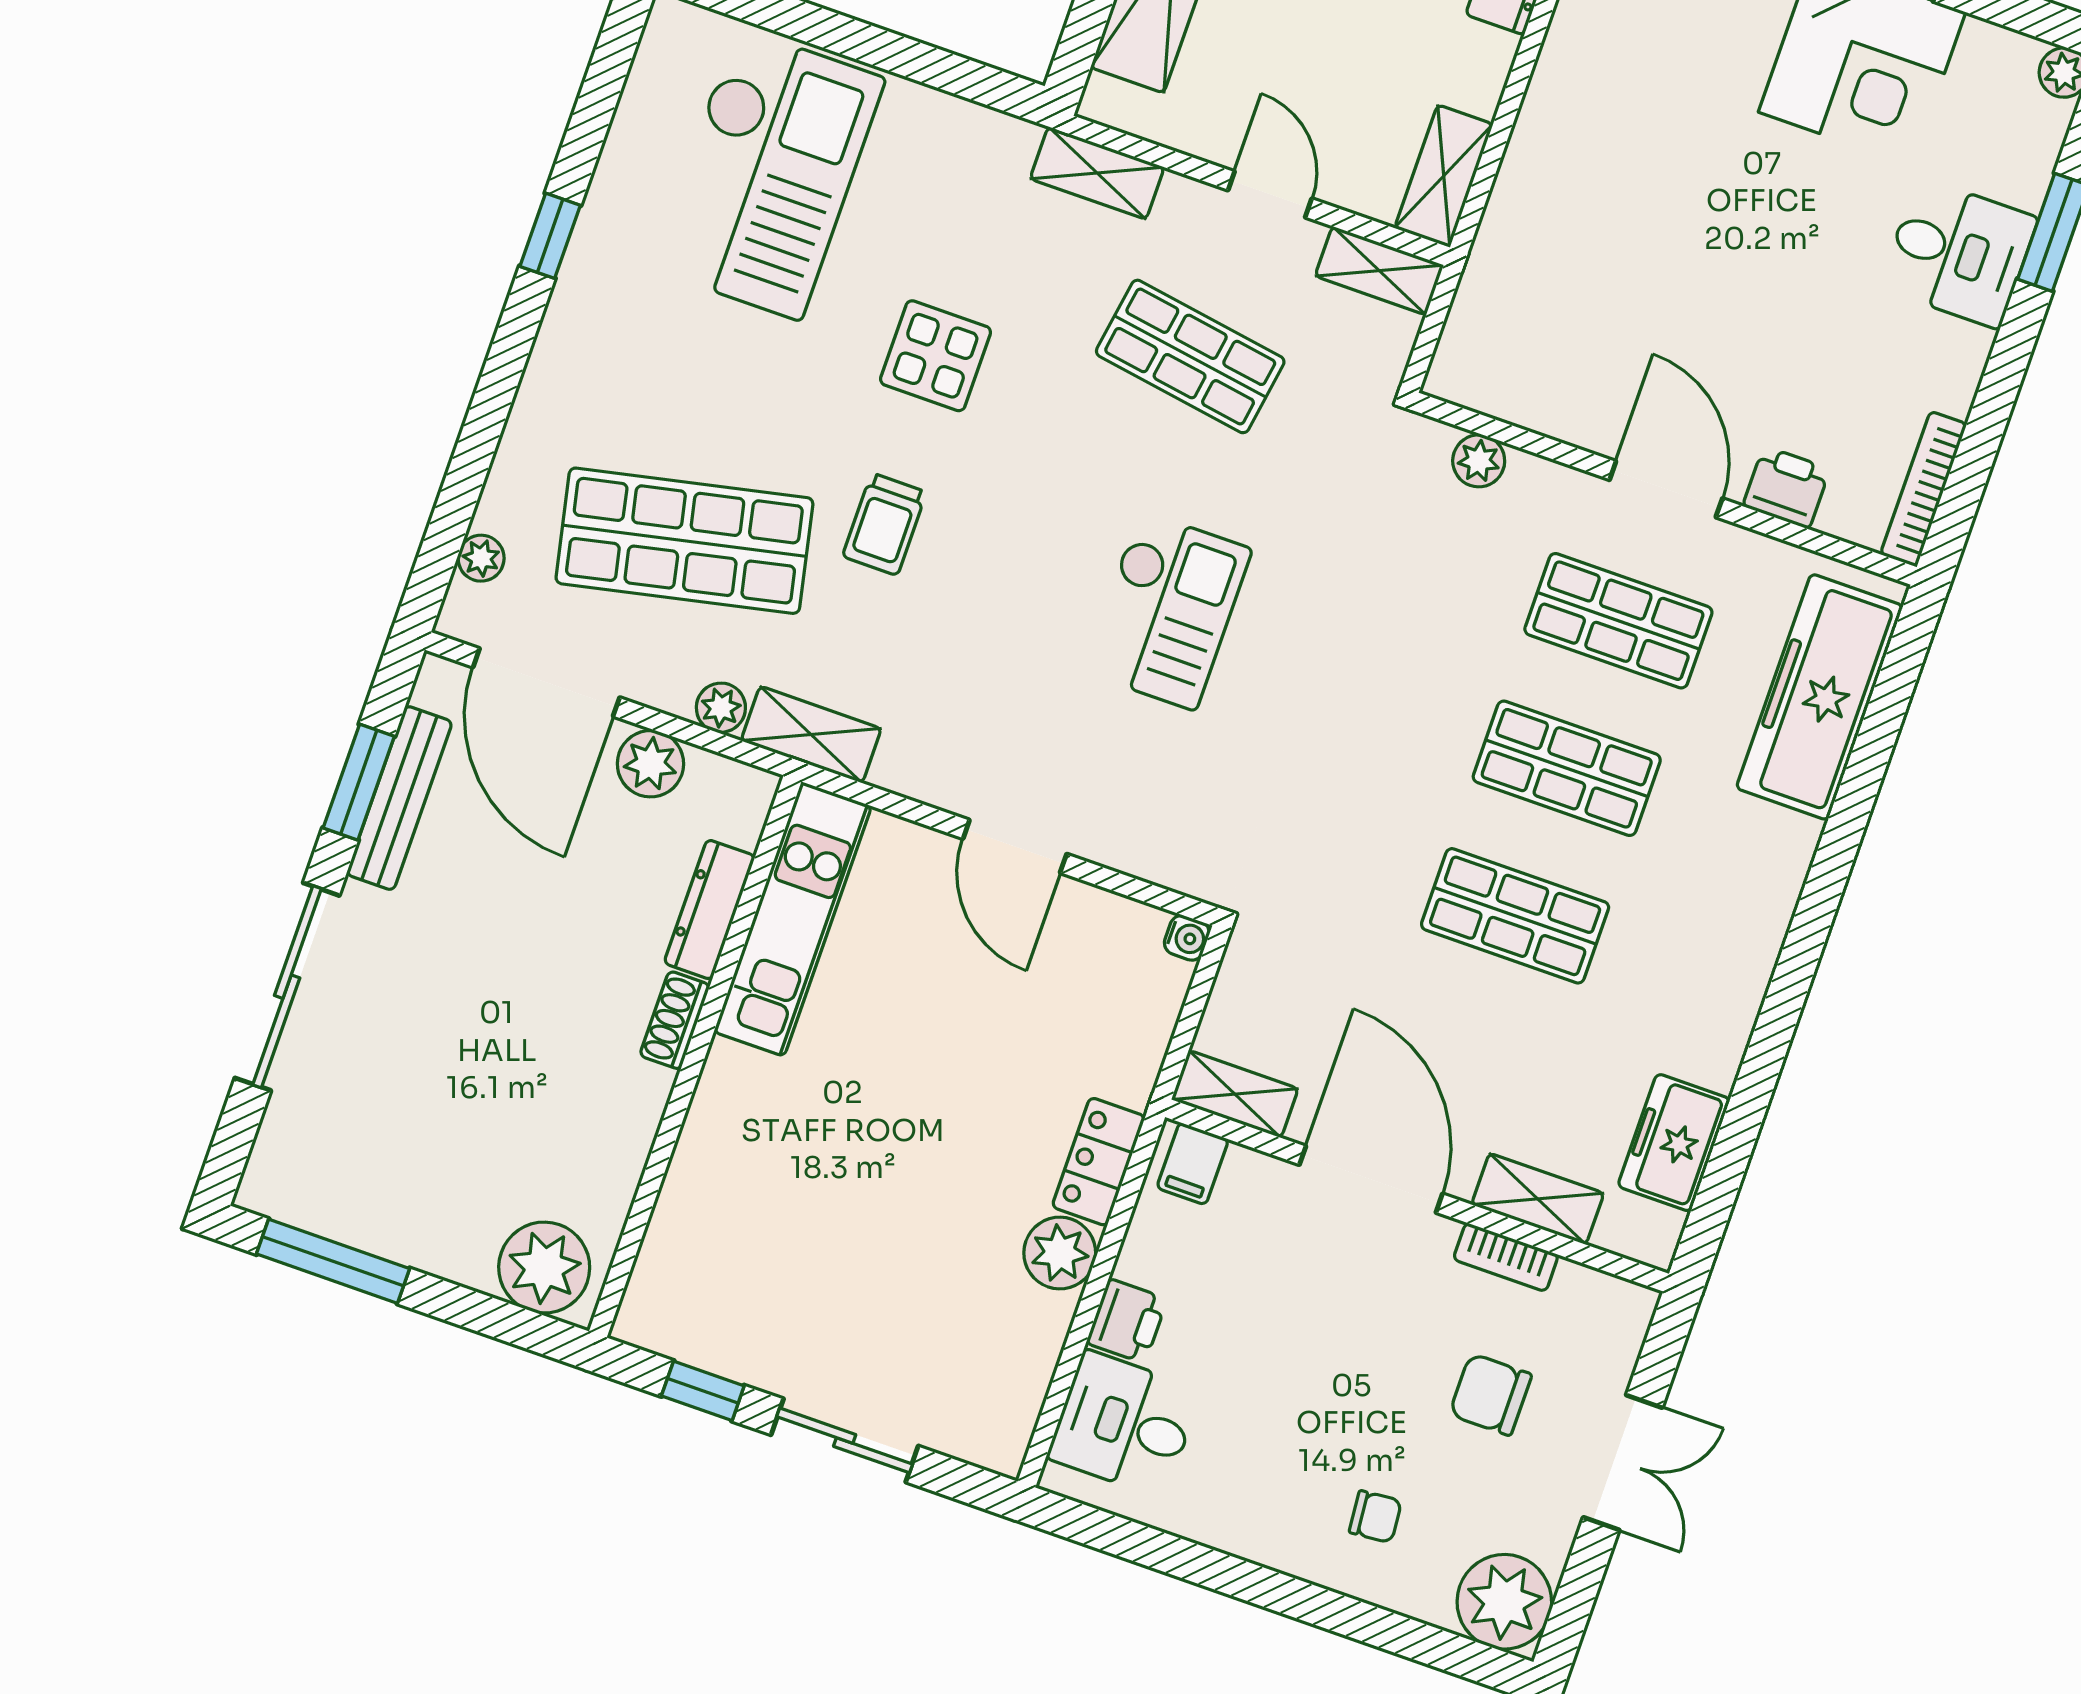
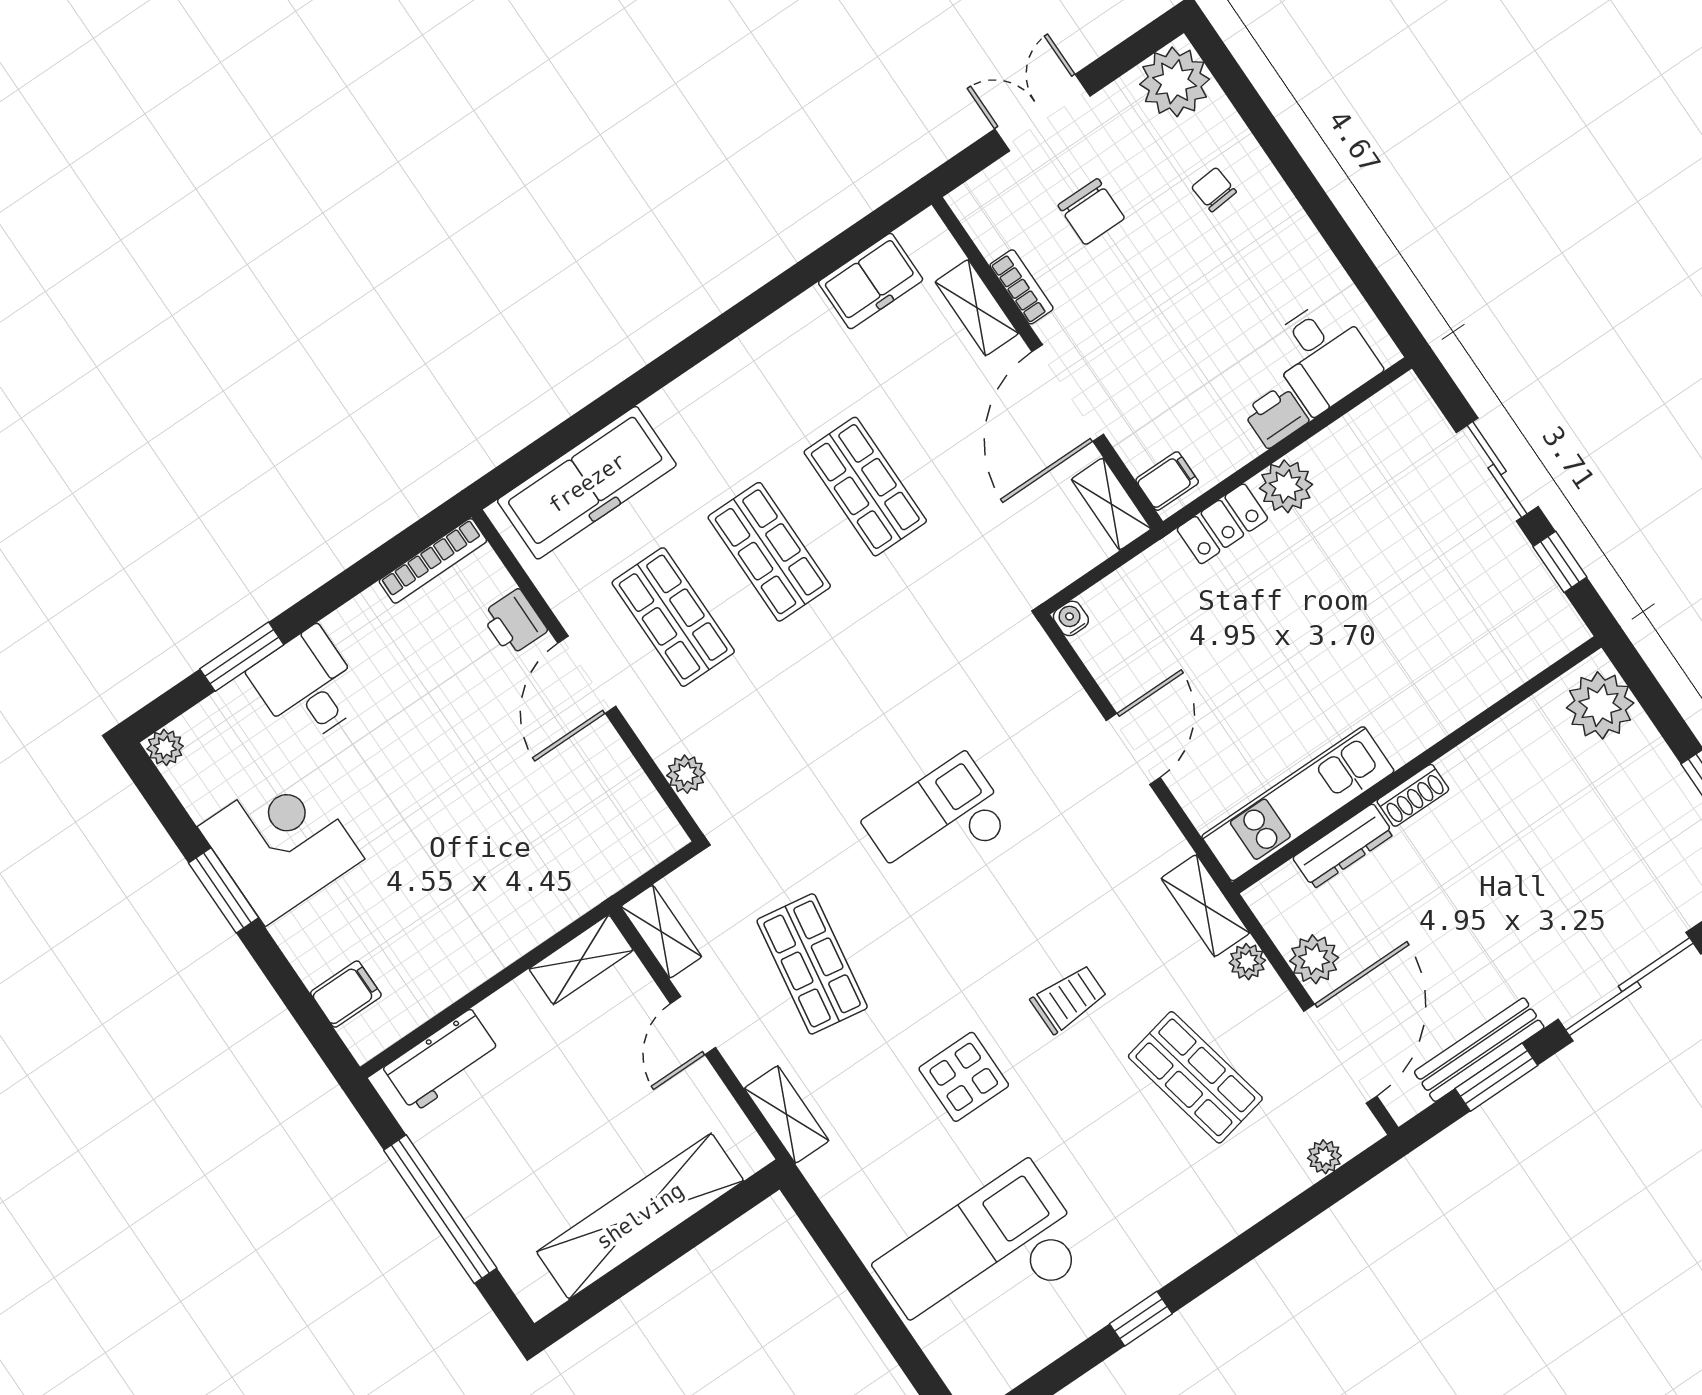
shop shelf: (684, 541) -> (1195, 1077), width x0.70, depth x0.74

